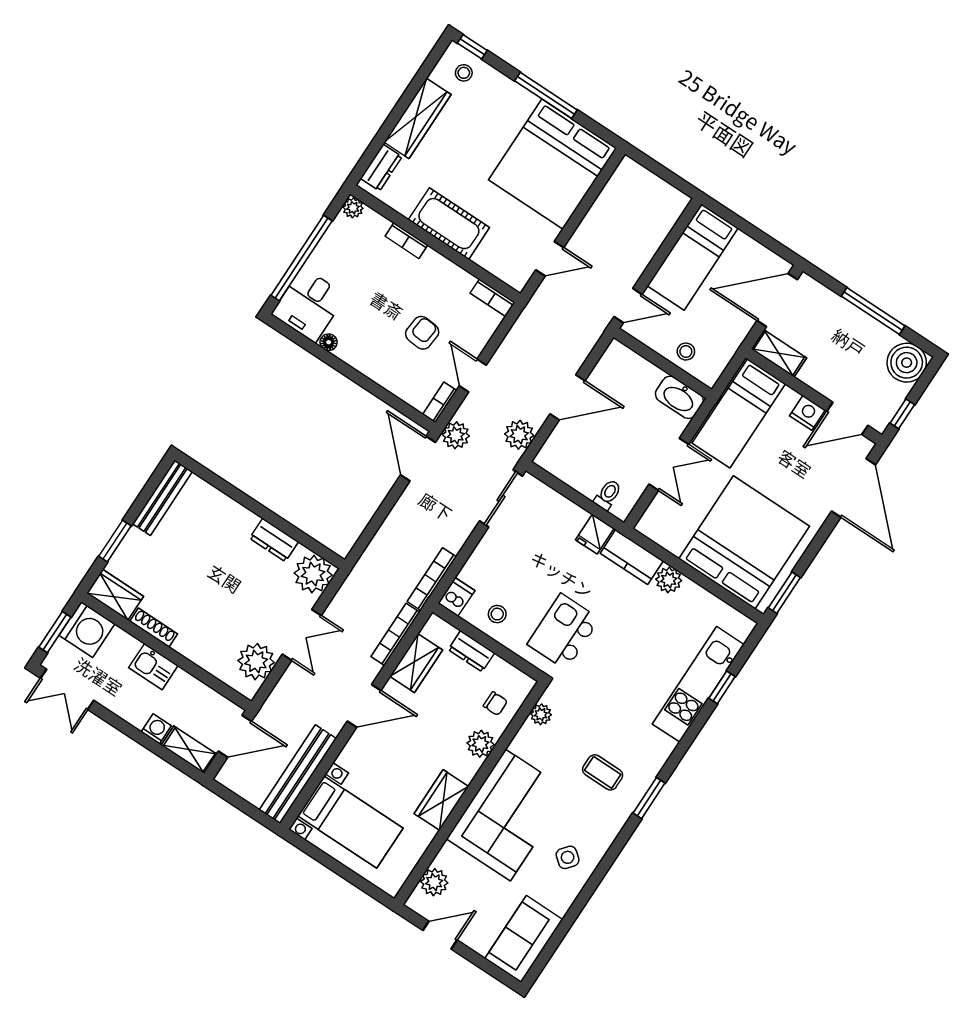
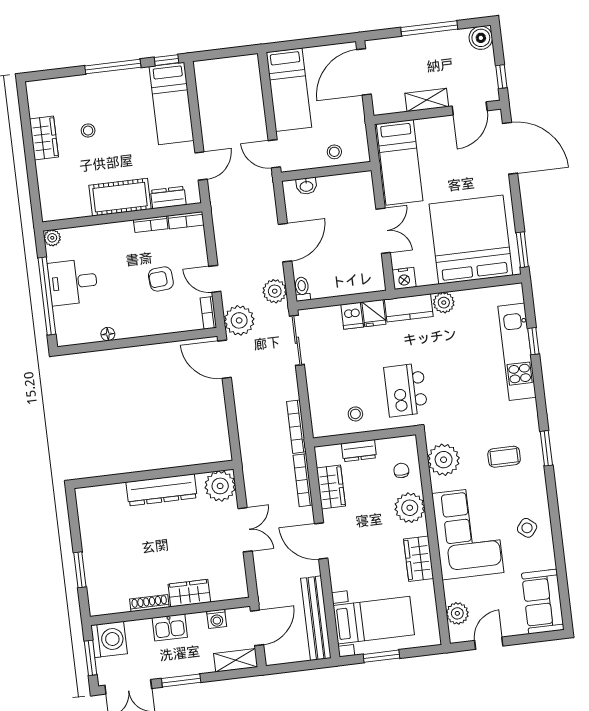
window: (472, 47) -> (167, 60), moved
stool: (464, 73) -> (88, 131), moved
wardrobe: (418, 118) -> (44, 138), width x0.67
bed: (553, 164) -> (171, 103), width x0.49
dresser: (381, 168) -> (168, 198), moved, turned -90
bookcase: (406, 241) -> (151, 224), moved
desk: (309, 305) -> (73, 282), moved, turned 90
door: (628, 306) -> (274, 154), swing flipped
armchair: (422, 333) -> (161, 279), turned -99
shelving: (779, 353) -> (427, 100), moved
boiler: (907, 363) -> (481, 38), width x0.73, depth x0.73
washbasin: (679, 397) -> (306, 186), moved, width x0.52, depth x0.69
nightstand: (807, 413) -> (404, 278), moved, turned 180
plant: (456, 435) -> (239, 320), width x1.36, depth x1.36
toilet: (608, 495) -> (302, 289), moved
bench: (162, 498) -> (87, 518), removed
dresser: (274, 540) -> (162, 490), width x1.96, depth x1.24
wardrobe: (115, 595) -> (189, 593), moved
dishwasher: (456, 597) -> (352, 316), moved, turned 180
plant: (256, 662) -> (231, 570), removed
chair: (495, 704) -> (401, 470), turned -90
door: (364, 706) -> (321, 541), swing flipped
plant: (541, 714) -> (444, 460), width x1.88, depth x1.88
window: (122, 725) -> (181, 680), added
washing machine: (156, 729) -> (217, 619), moved, turned 180
plant: (480, 744) -> (410, 508), width x1.36, depth x1.36
window: (329, 862) -> (381, 656), added

